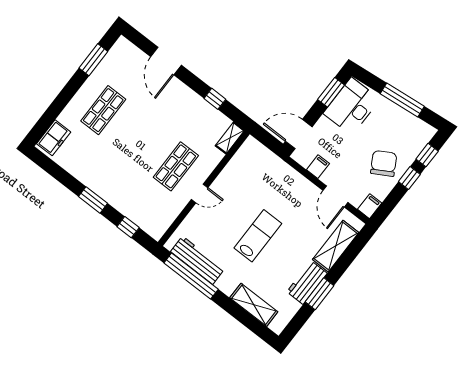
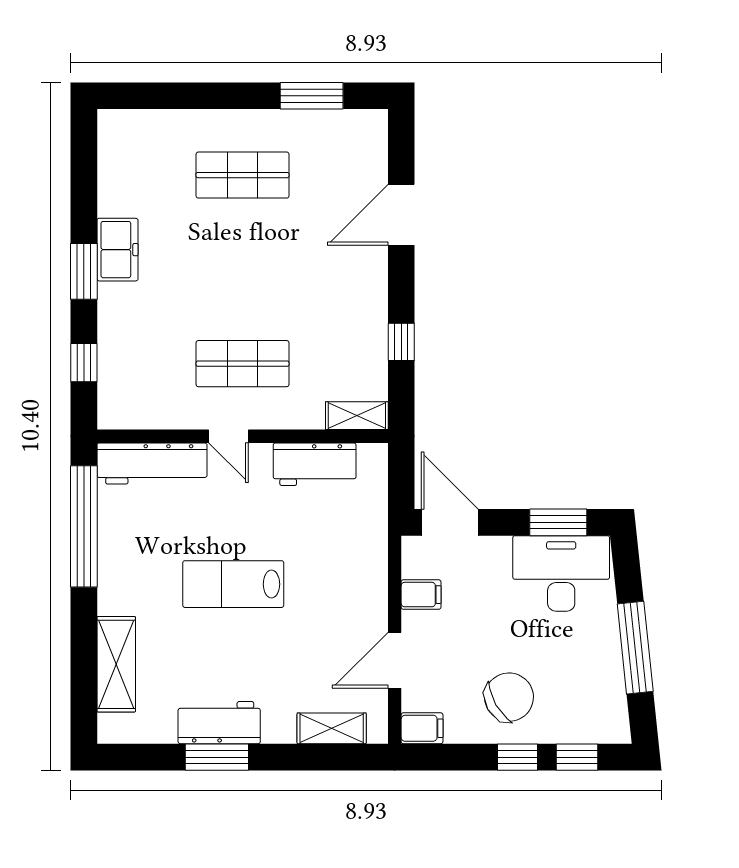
freezer: (54, 138) -> (117, 250), moved, turned -90
workbench: (236, 169) -> (315, 464), added
lab bench: (258, 236) -> (233, 584), turned 180
shelving: (336, 246) -> (332, 728), width x0.67, depth x0.75
workbench: (198, 260) -> (152, 464), moved, turned 90

